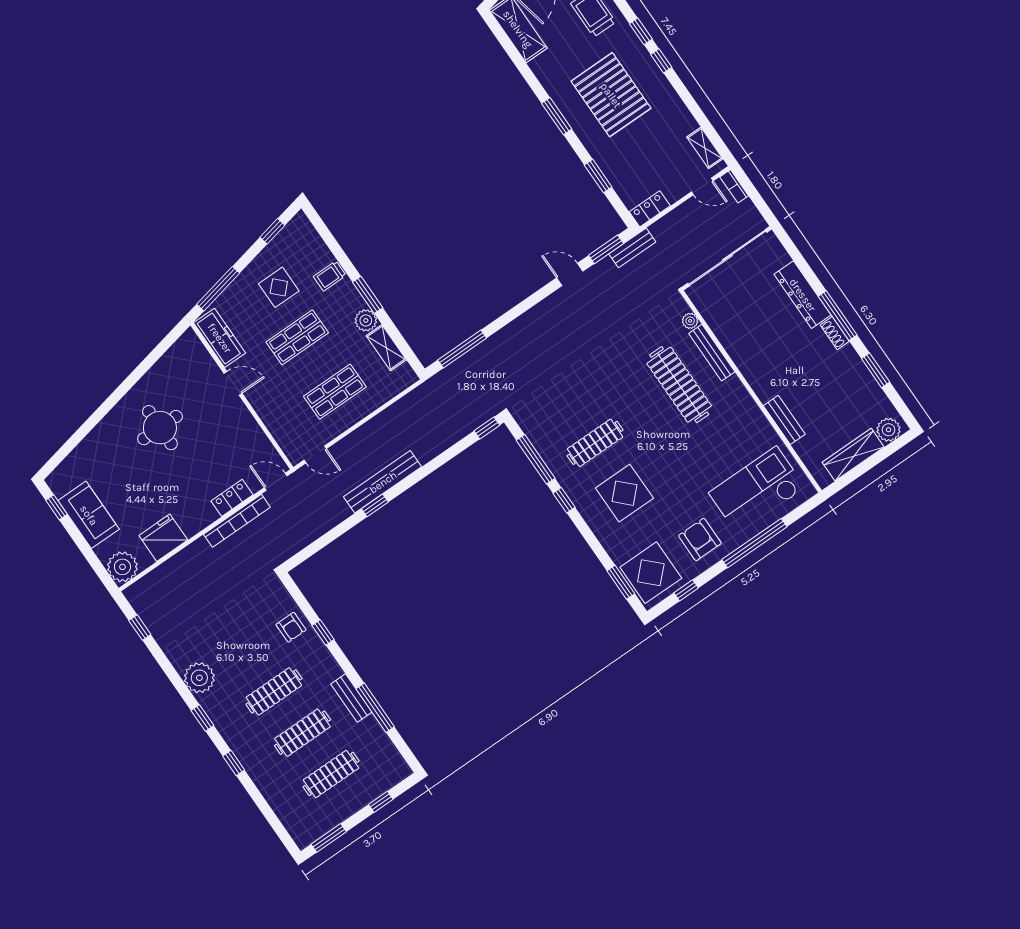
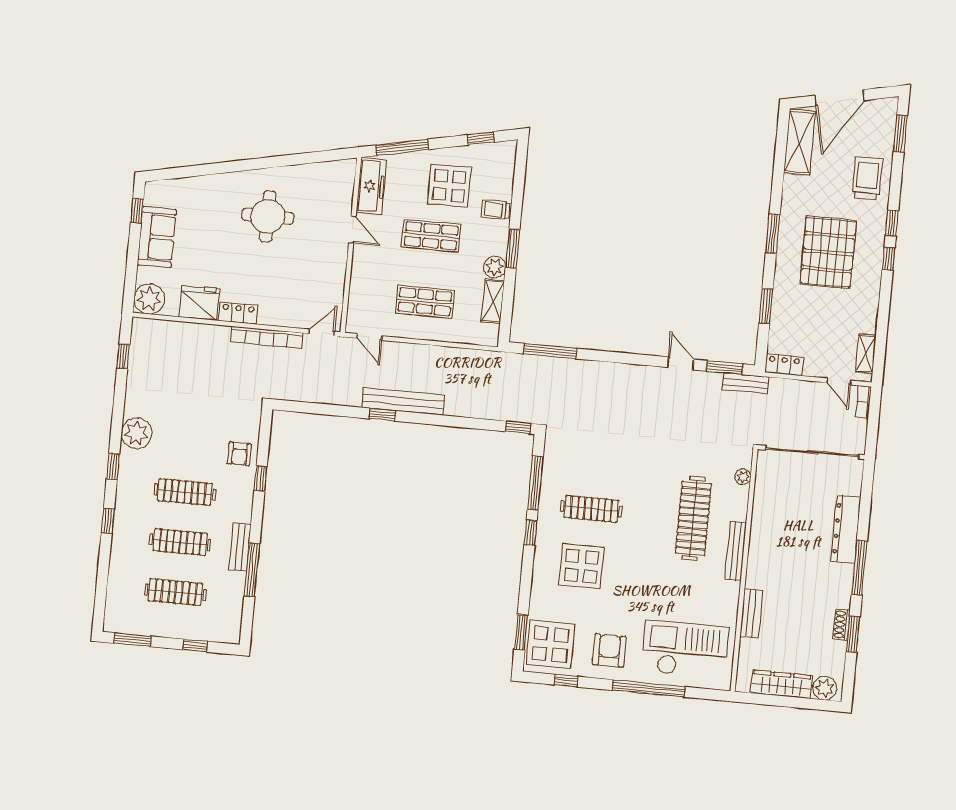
display table: (279, 287) -> (449, 186), width x1.36, depth x1.36
shoe rack: (835, 333) -> (841, 625), moved
bench: (712, 353) -> (736, 551), moved
door: (276, 482) -> (322, 333), hinge flipped
locker: (232, 498) -> (238, 313), moved

